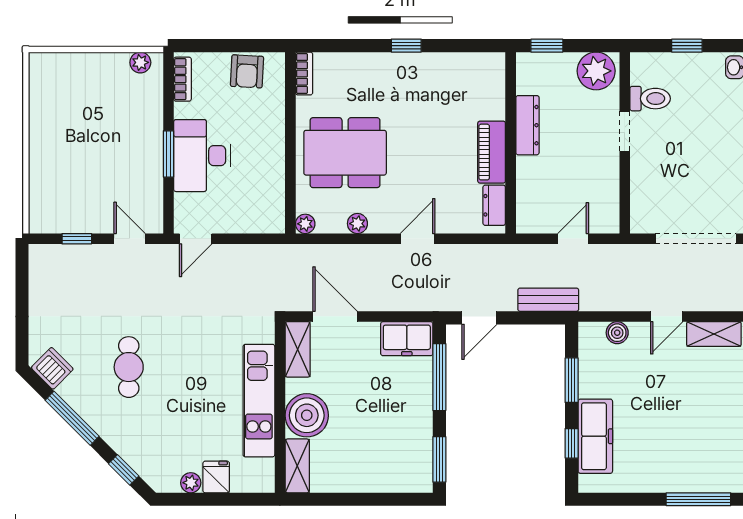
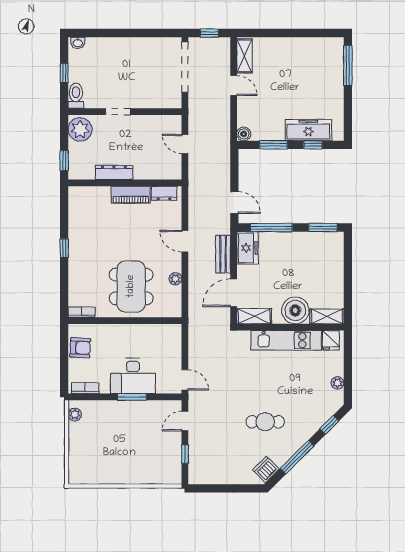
toilet: (650, 99) -> (76, 96), moved
plant: (305, 224) -> (176, 311), removed
bench: (548, 300) -> (223, 254), moved
boiler: (617, 333) -> (244, 134), moved
fridge: (216, 477) -> (331, 340), moved, turned -90

